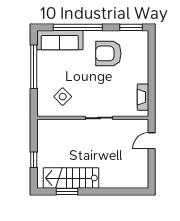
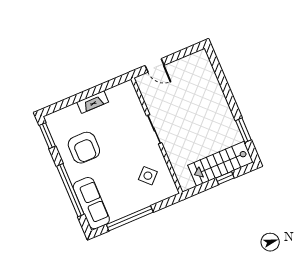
fireplace: (143, 97) -> (93, 102), moved
stairs: (71, 178) -> (220, 164), moved, turned 90

